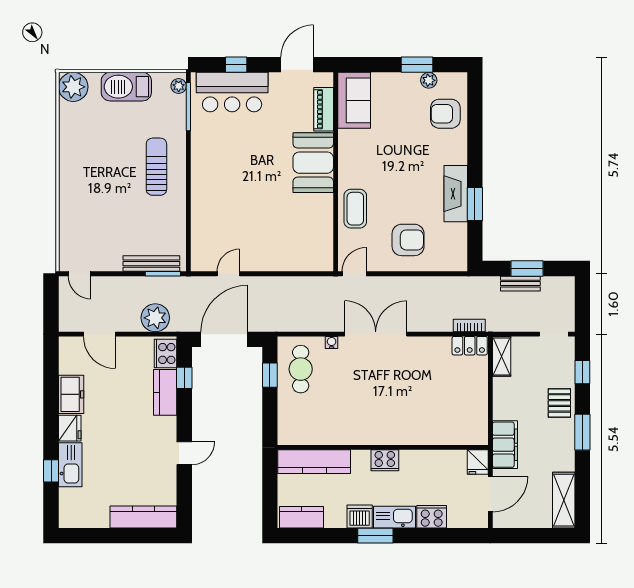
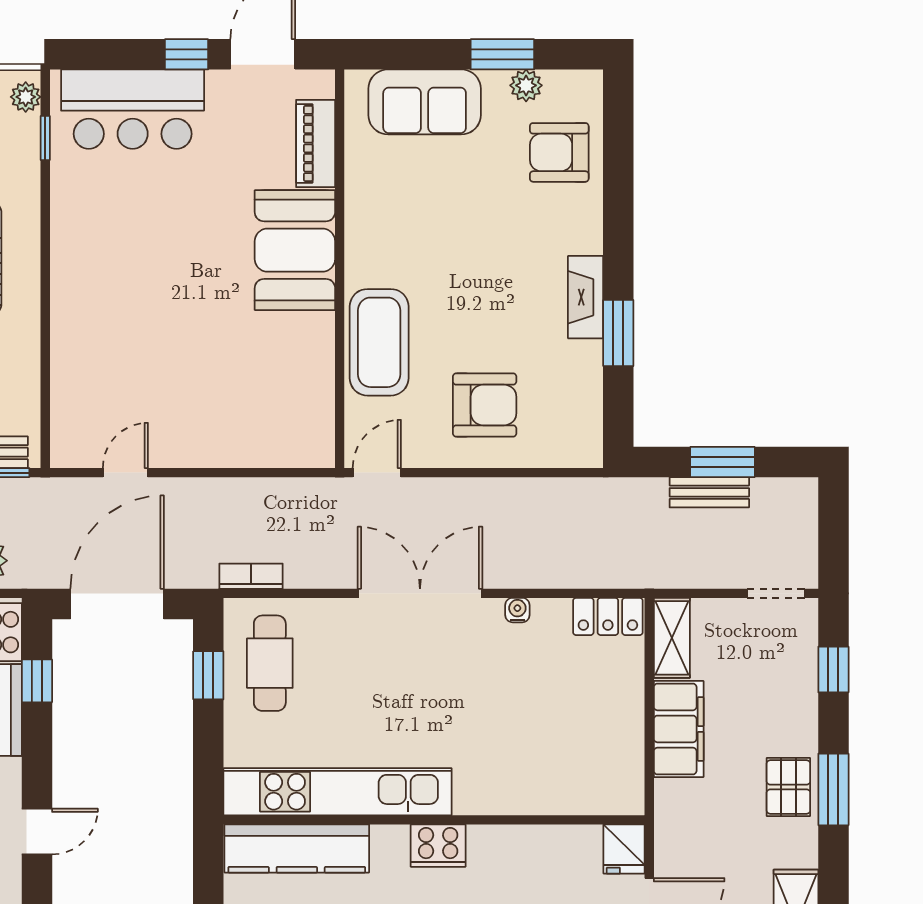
window: (236, 65) -> (187, 54), moved
sofa: (354, 100) -> (425, 102), moved, turned 90
window: (188, 107) -> (45, 138), width x0.46
fireplace: (456, 194) -> (586, 297), width x0.73, depth x0.76
coffee table: (355, 209) -> (379, 342), width x1.36, depth x1.32
bookcase: (469, 326) -> (251, 576), moved
water cooler: (332, 343) -> (517, 610), moved
pallet: (559, 403) -> (788, 787), moved
kitchen unit: (335, 433) -> (338, 792), added
filing cabinet: (505, 445) -> (679, 729), moved

